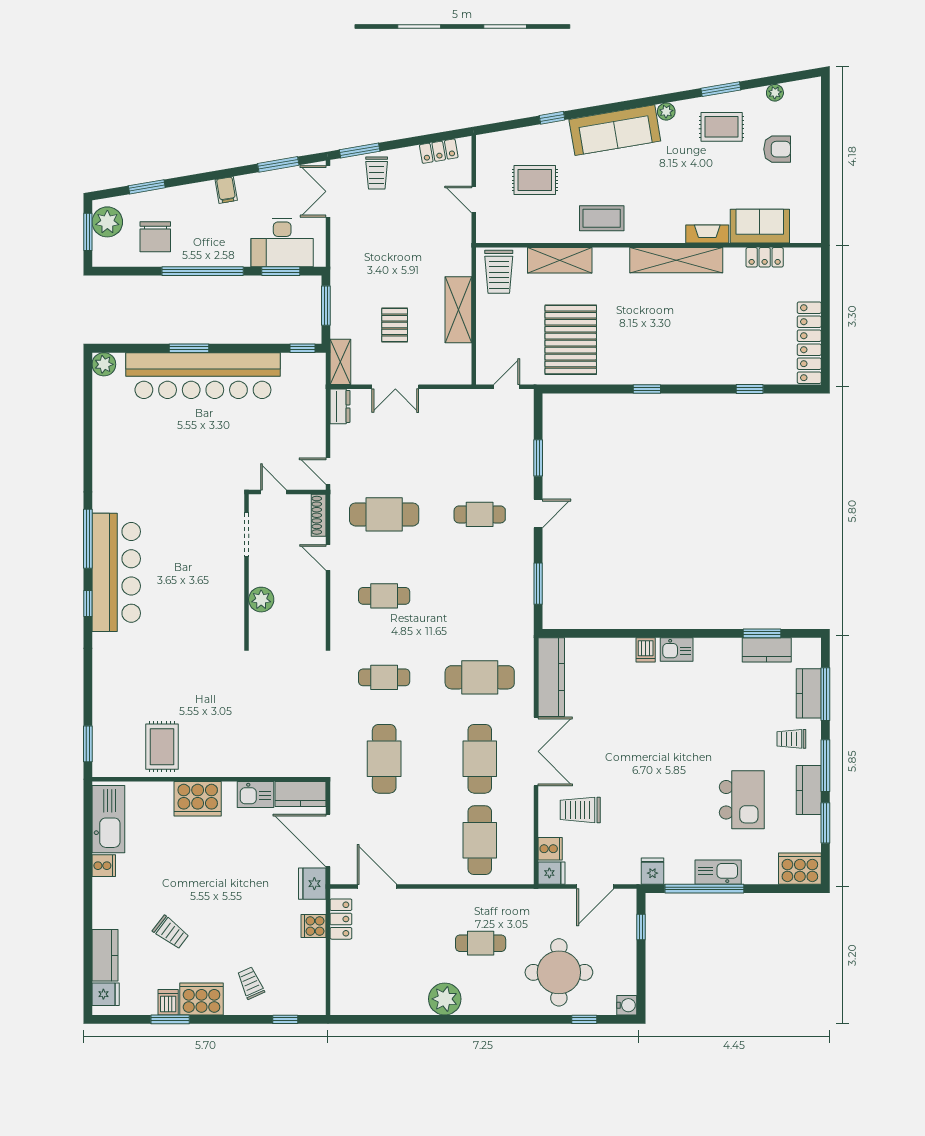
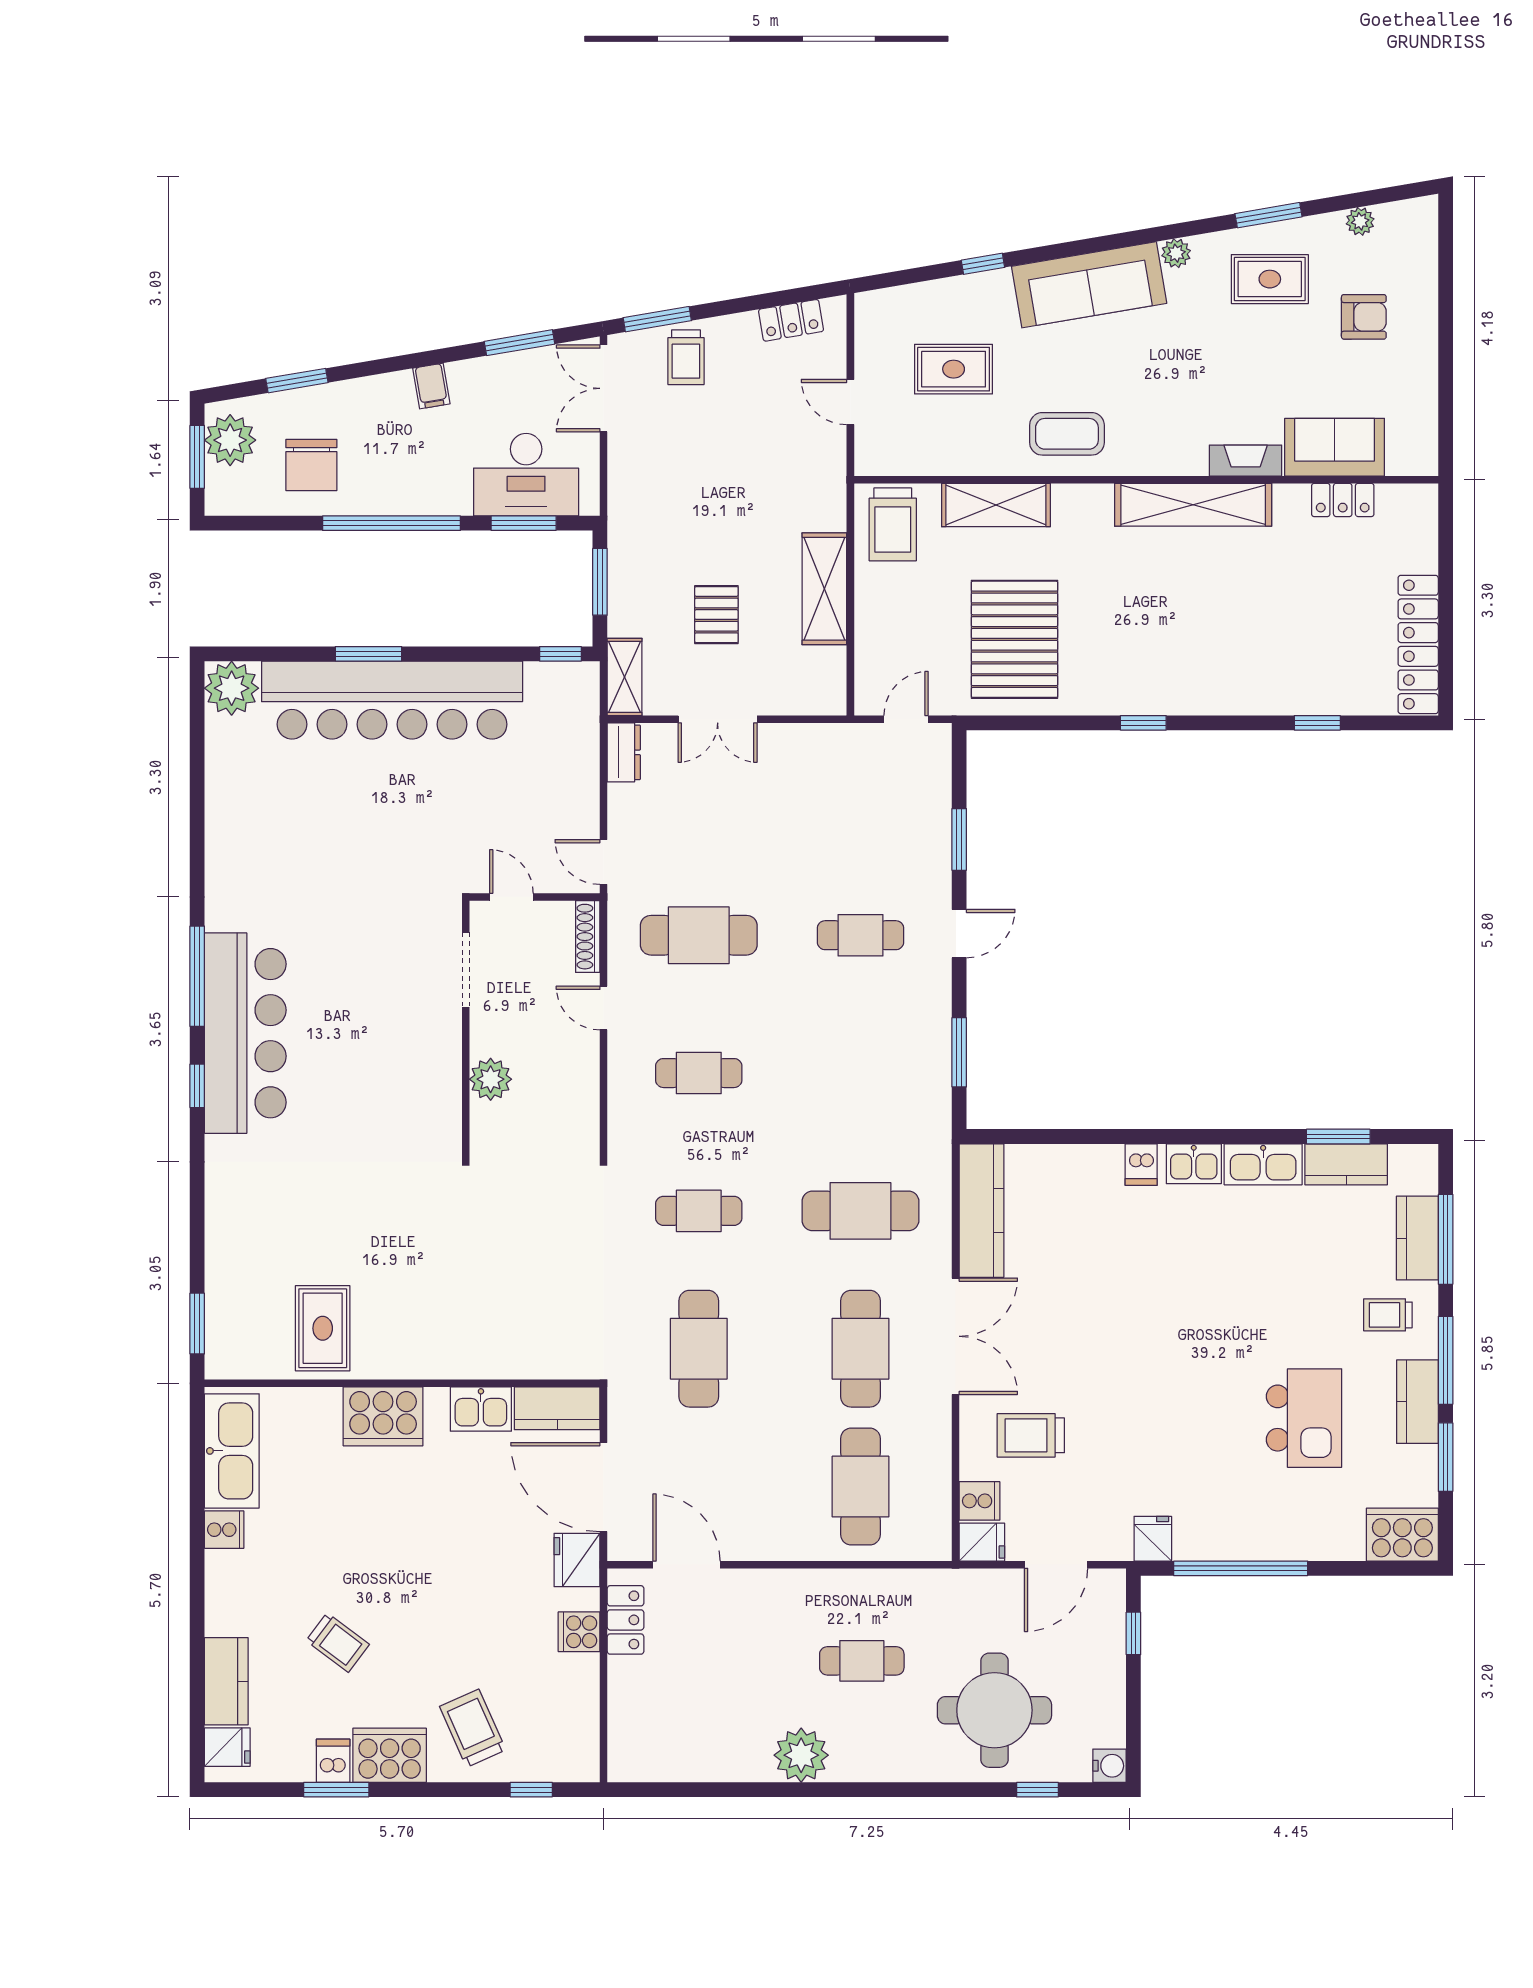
plant: (104, 364) -> (232, 688), width x1.36, depth x1.36
kitchen sink: (718, 872) -> (1263, 1164), moved, turned 180
trolley: (251, 983) -> (473, 1728), width x1.36, depth x1.39

